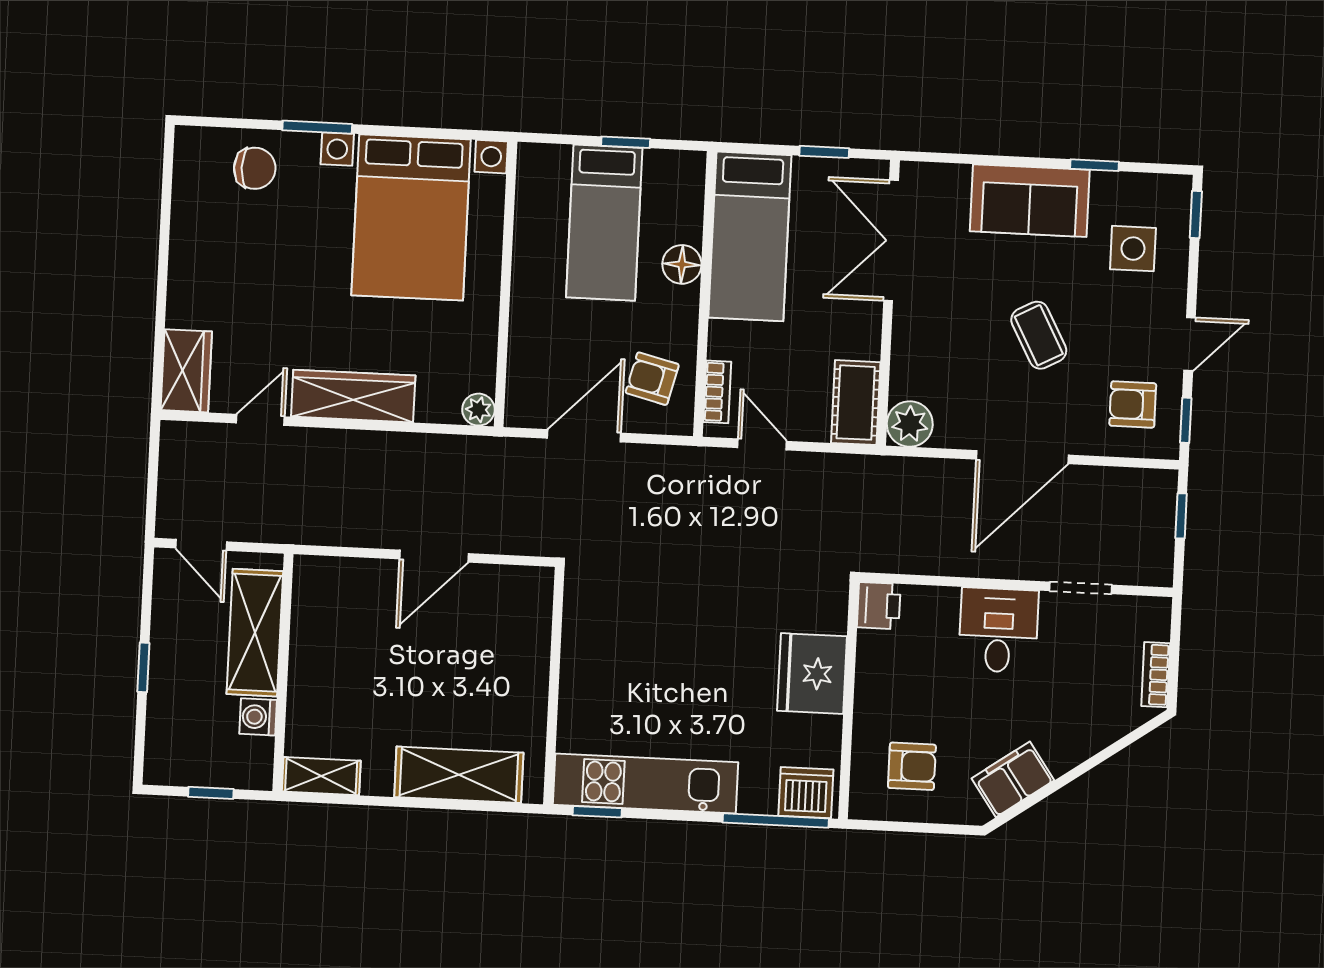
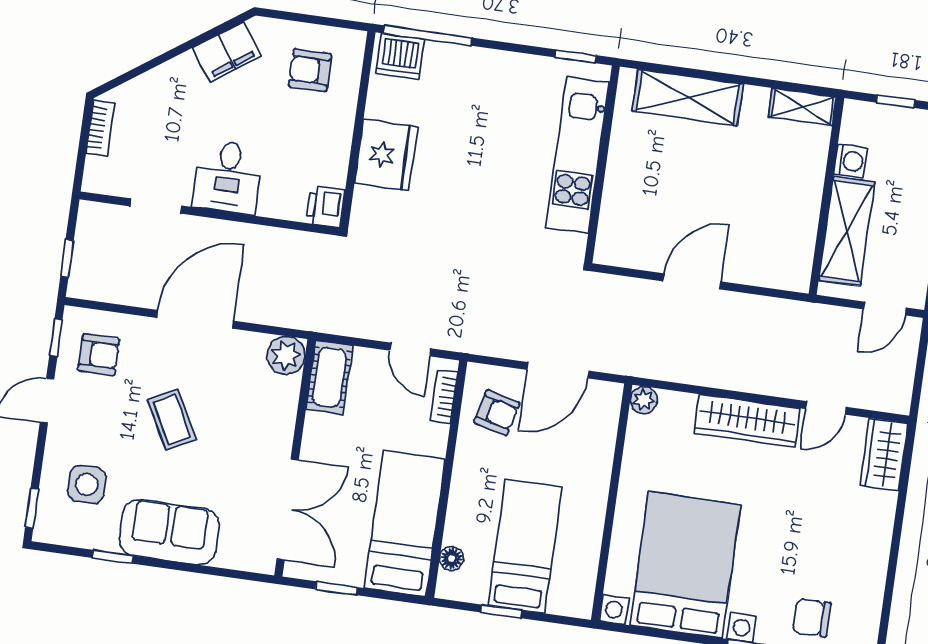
floor lamp: (682, 264) -> (452, 559), moved, width x0.73, depth x0.73
door: (201, 545) -> (885, 308), swing flipped
kitchen unit: (645, 784) -> (578, 155), moved, turned 90

